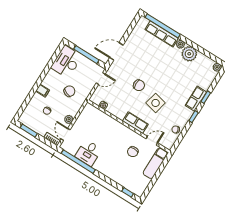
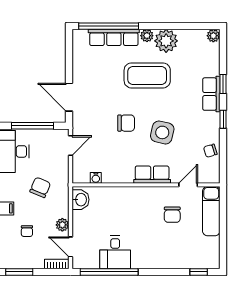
door: (116, 51) -> (69, 97), hinge flipped
coffee table: (167, 66) -> (147, 75), added
washbasin: (87, 112) -> (81, 200), added

